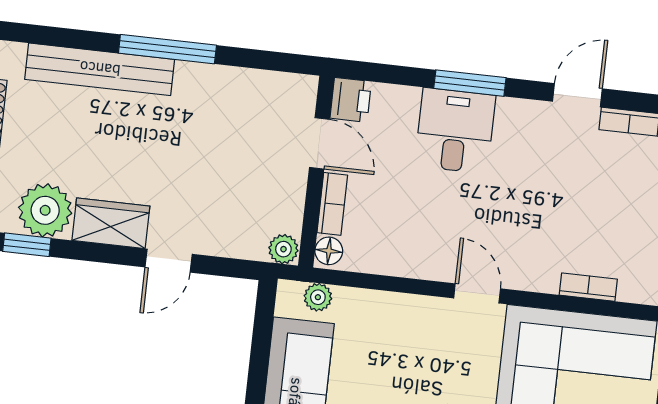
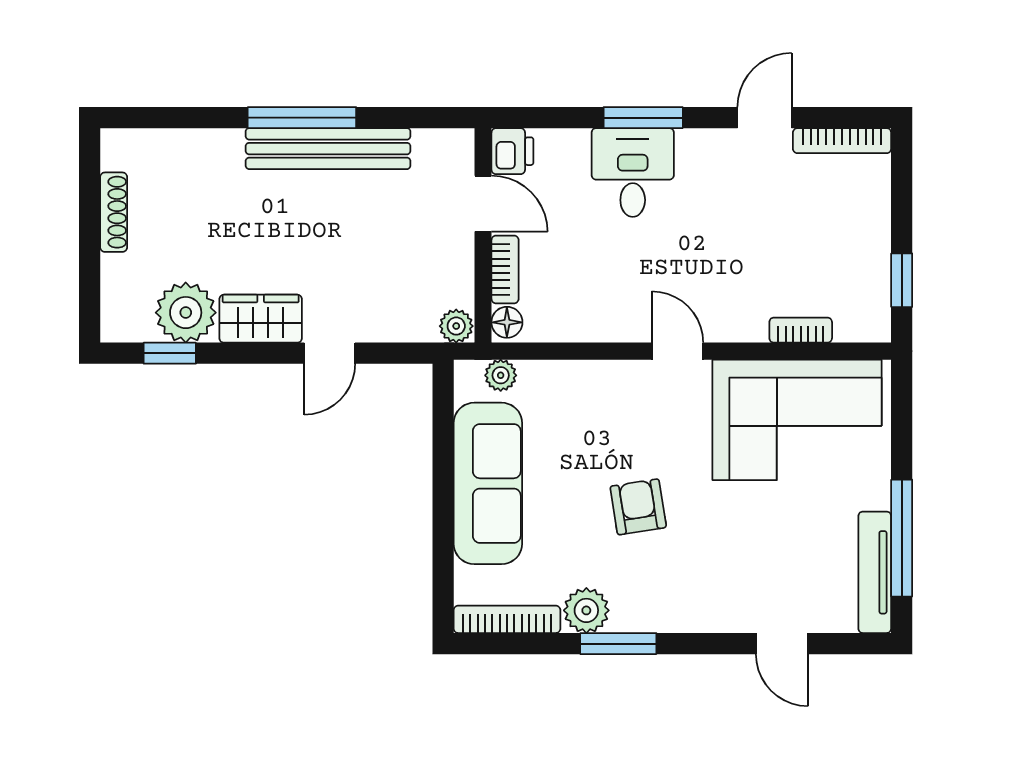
bench: (100, 69) -> (328, 149), moved

